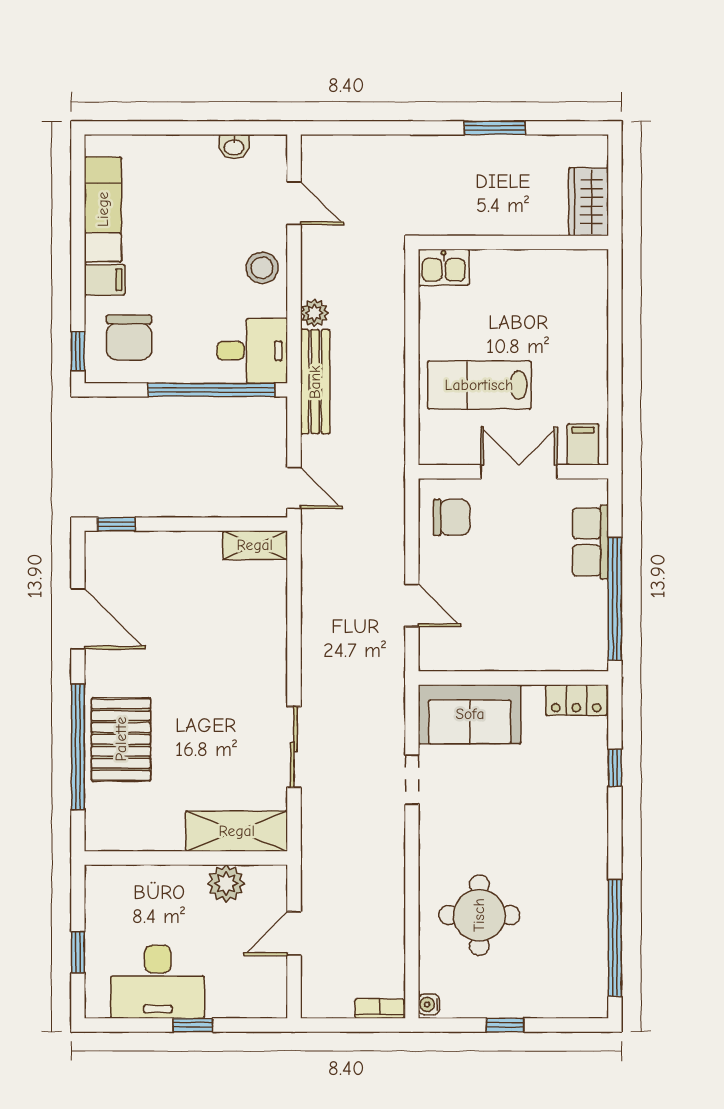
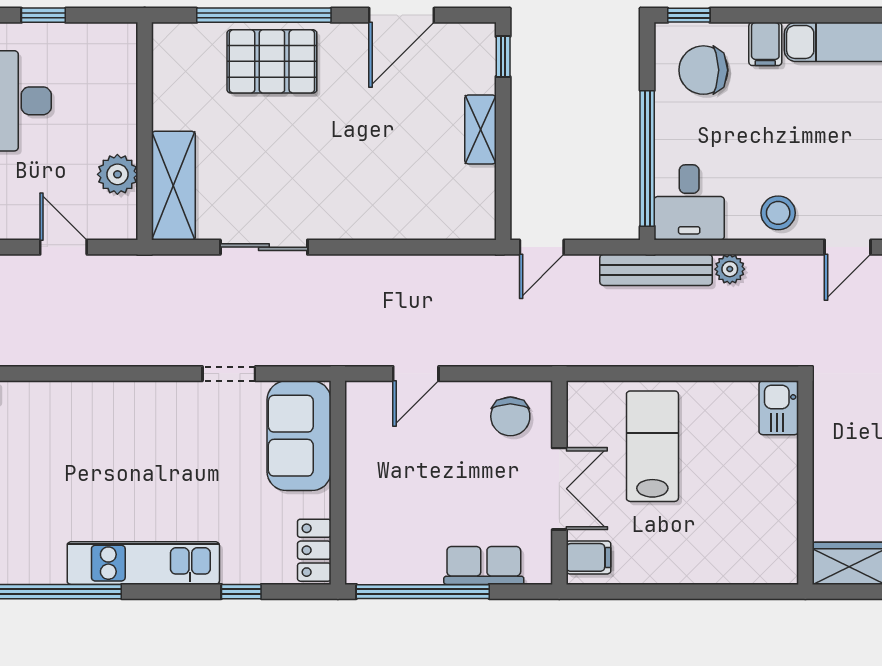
shelving: (255, 545) -> (480, 129), moved
kitchen unit: (588, 859) -> (143, 563), added
round table: (479, 915) -> (83, 446), removed

